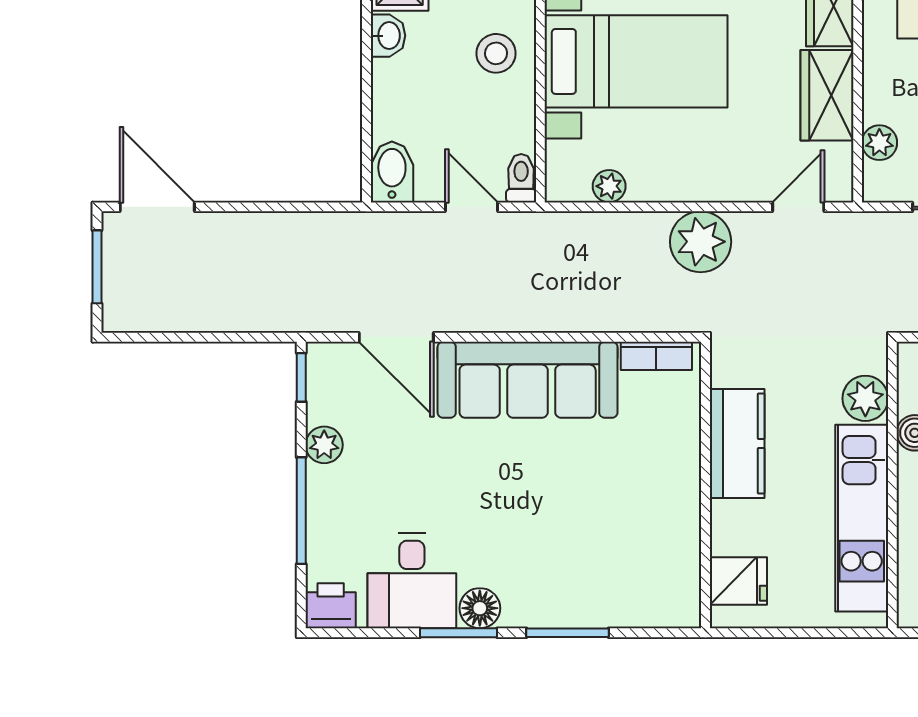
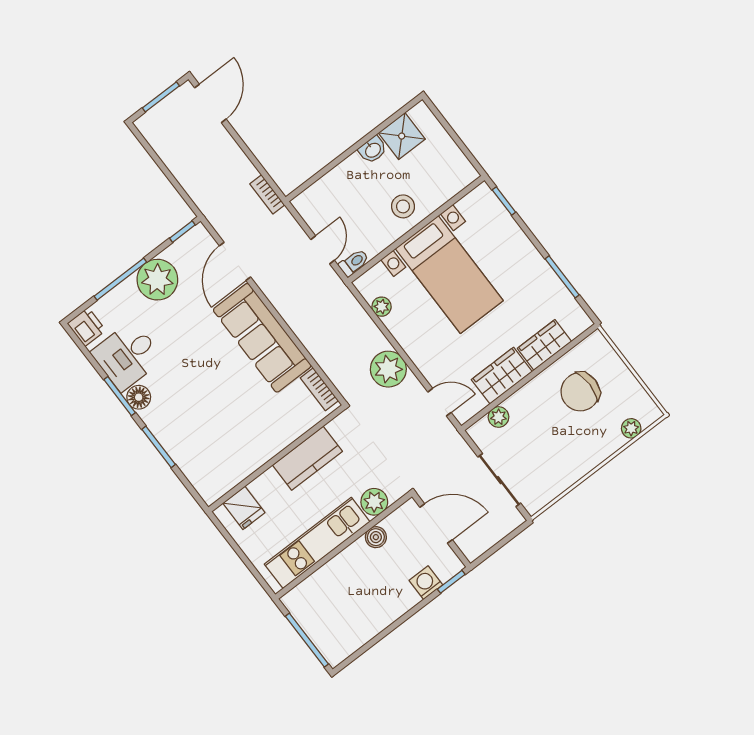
bidet: (392, 172) -> (311, 200), removed
bookcase: (339, 224) -> (267, 194), added
plant: (324, 445) -> (157, 280), width x1.87, depth x1.87

